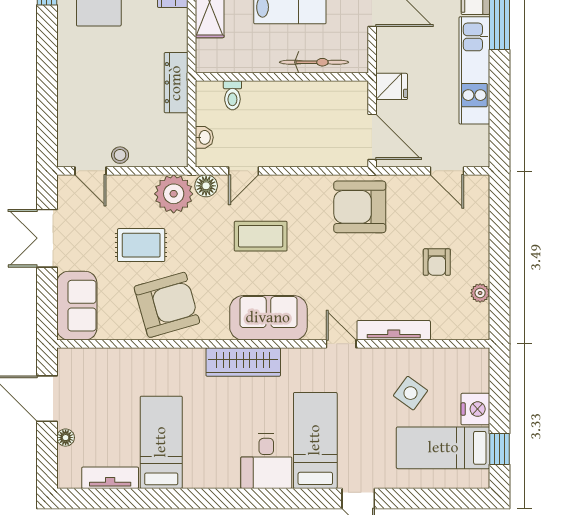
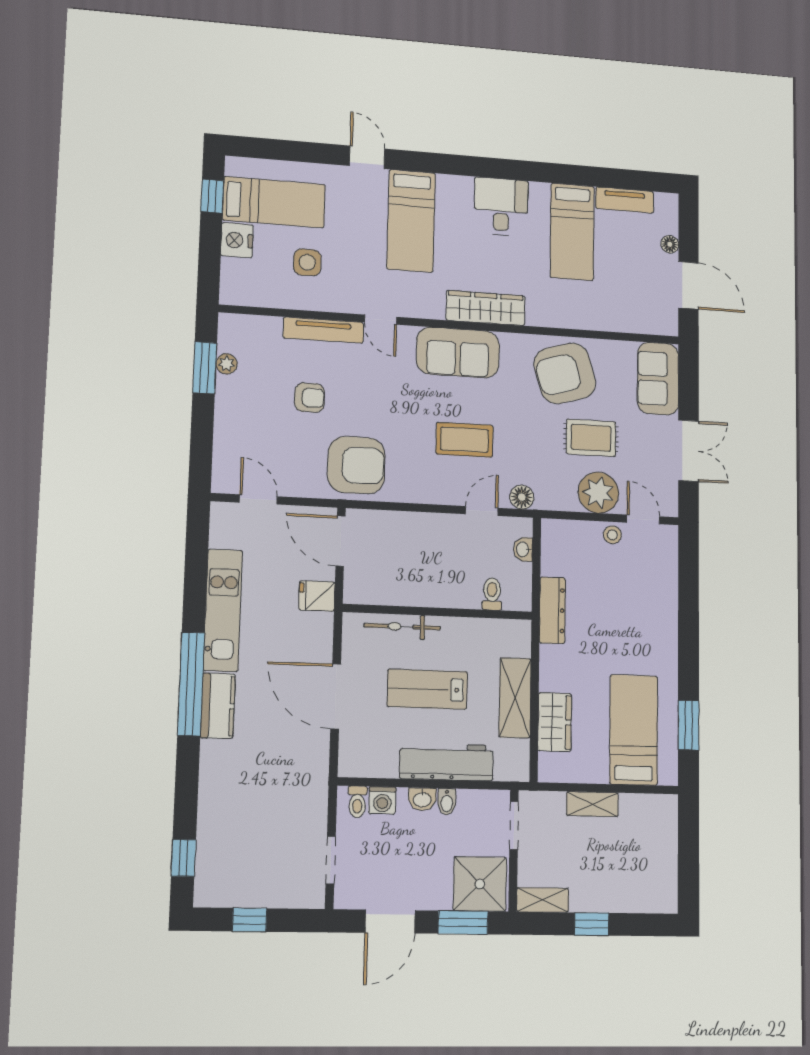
plant: (174, 194) -> (598, 493), moved
armchair: (437, 262) -> (310, 398), moved, turned 90
window: (499, 288) -> (205, 368), added
side table: (410, 393) -> (307, 262), turned -36
desk: (266, 461) -> (501, 207), moved

